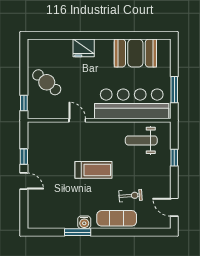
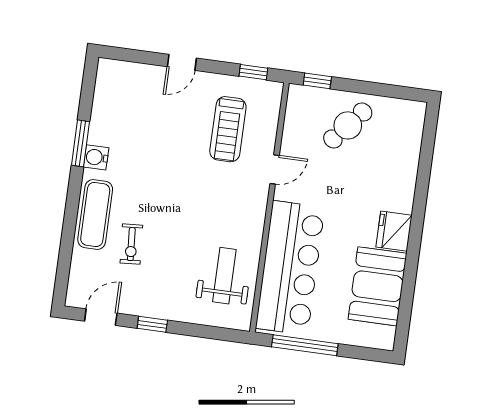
fridge: (84, 48) -> (394, 231), moved
window: (174, 90) -> (305, 345), width x1.44
window: (24, 157) -> (253, 72), moved
window: (174, 158) -> (152, 324), moved
treadmill: (94, 170) -> (228, 129), moved

